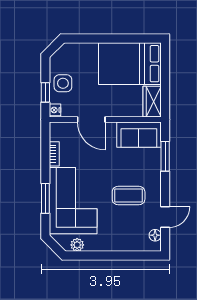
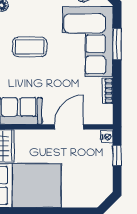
side table: (63, 83) -> (99, 165), removed
door: (91, 119) -> (69, 127), hinge flipped

